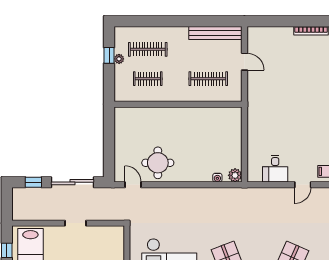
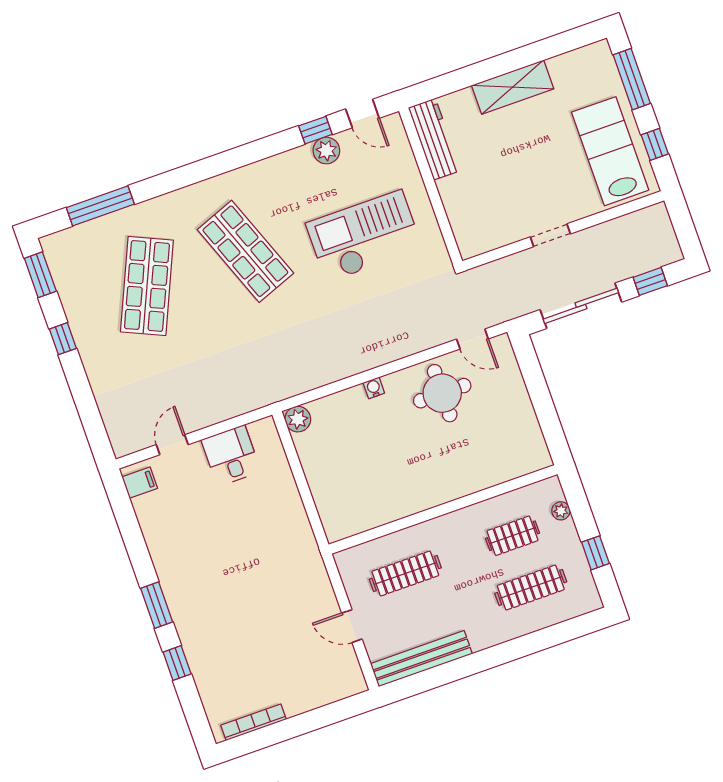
plant: (119, 59) -> (561, 511), moved
water cooler: (217, 178) -> (374, 388), moved

